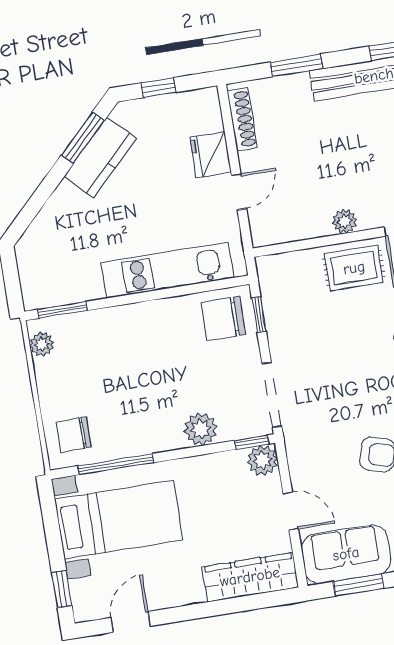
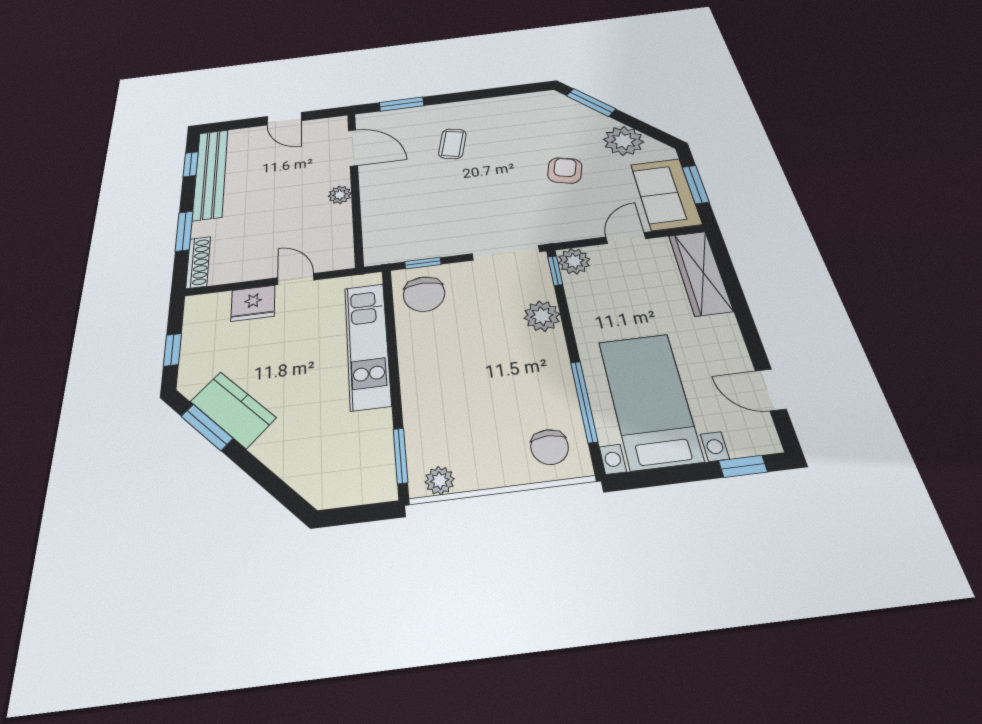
shoe rack: (242, 119) -> (198, 262), moved, turned 90
rug: (354, 268) -> (385, 188), removed

